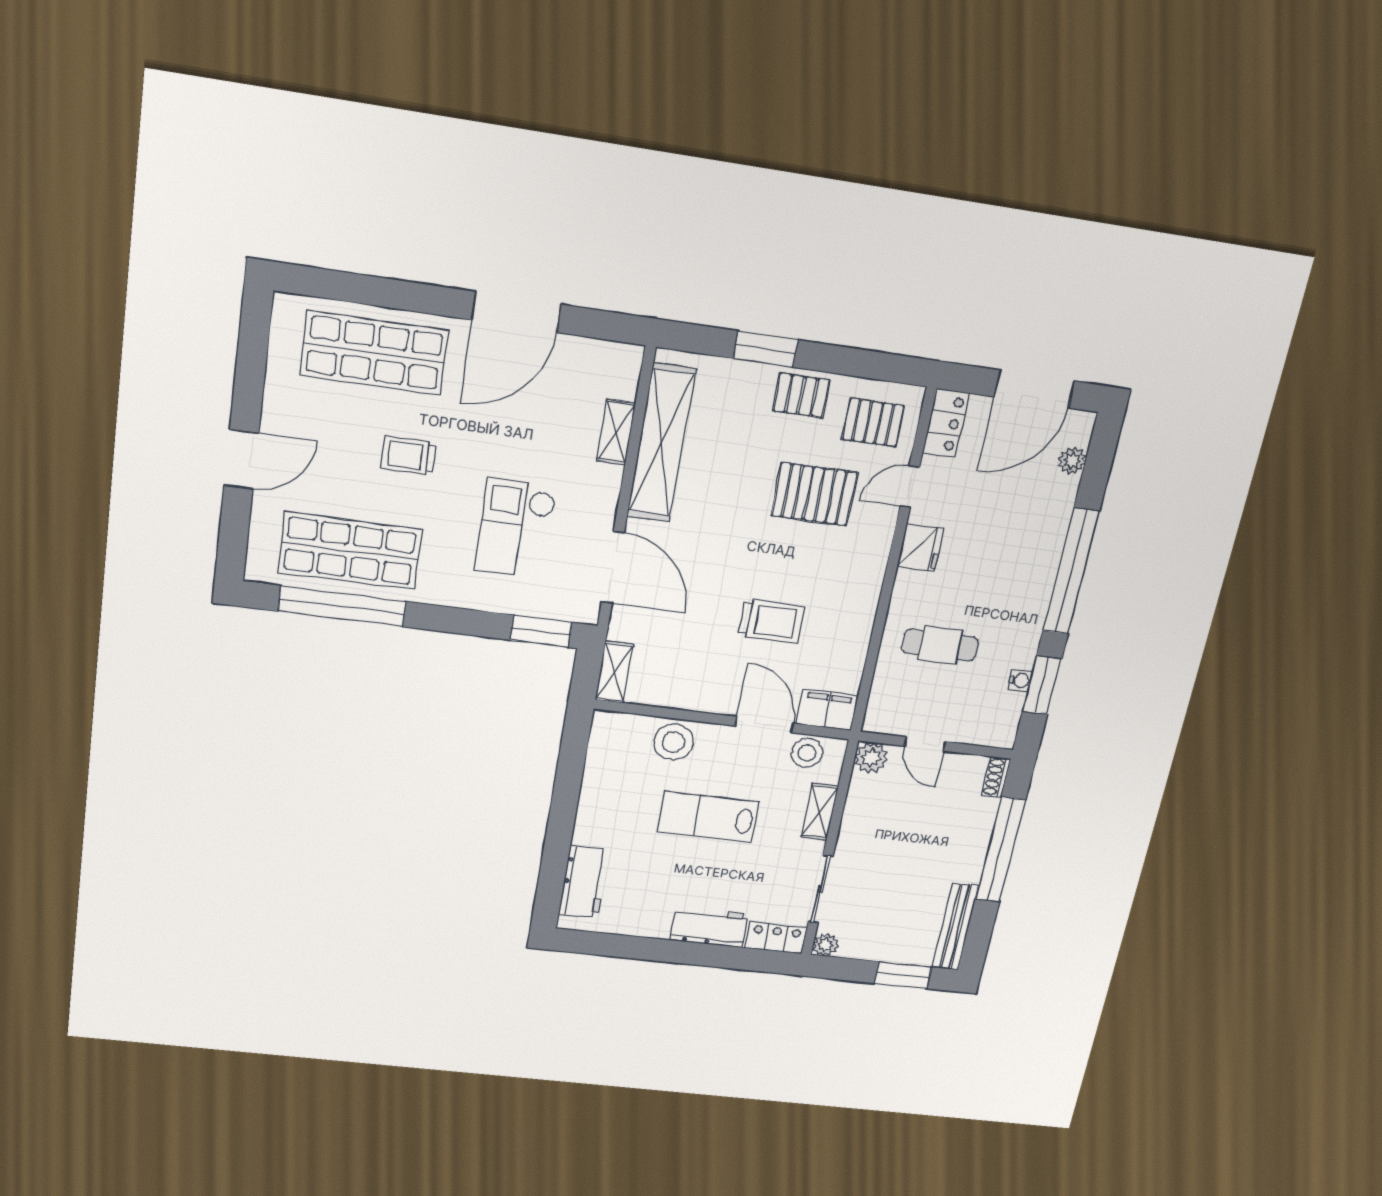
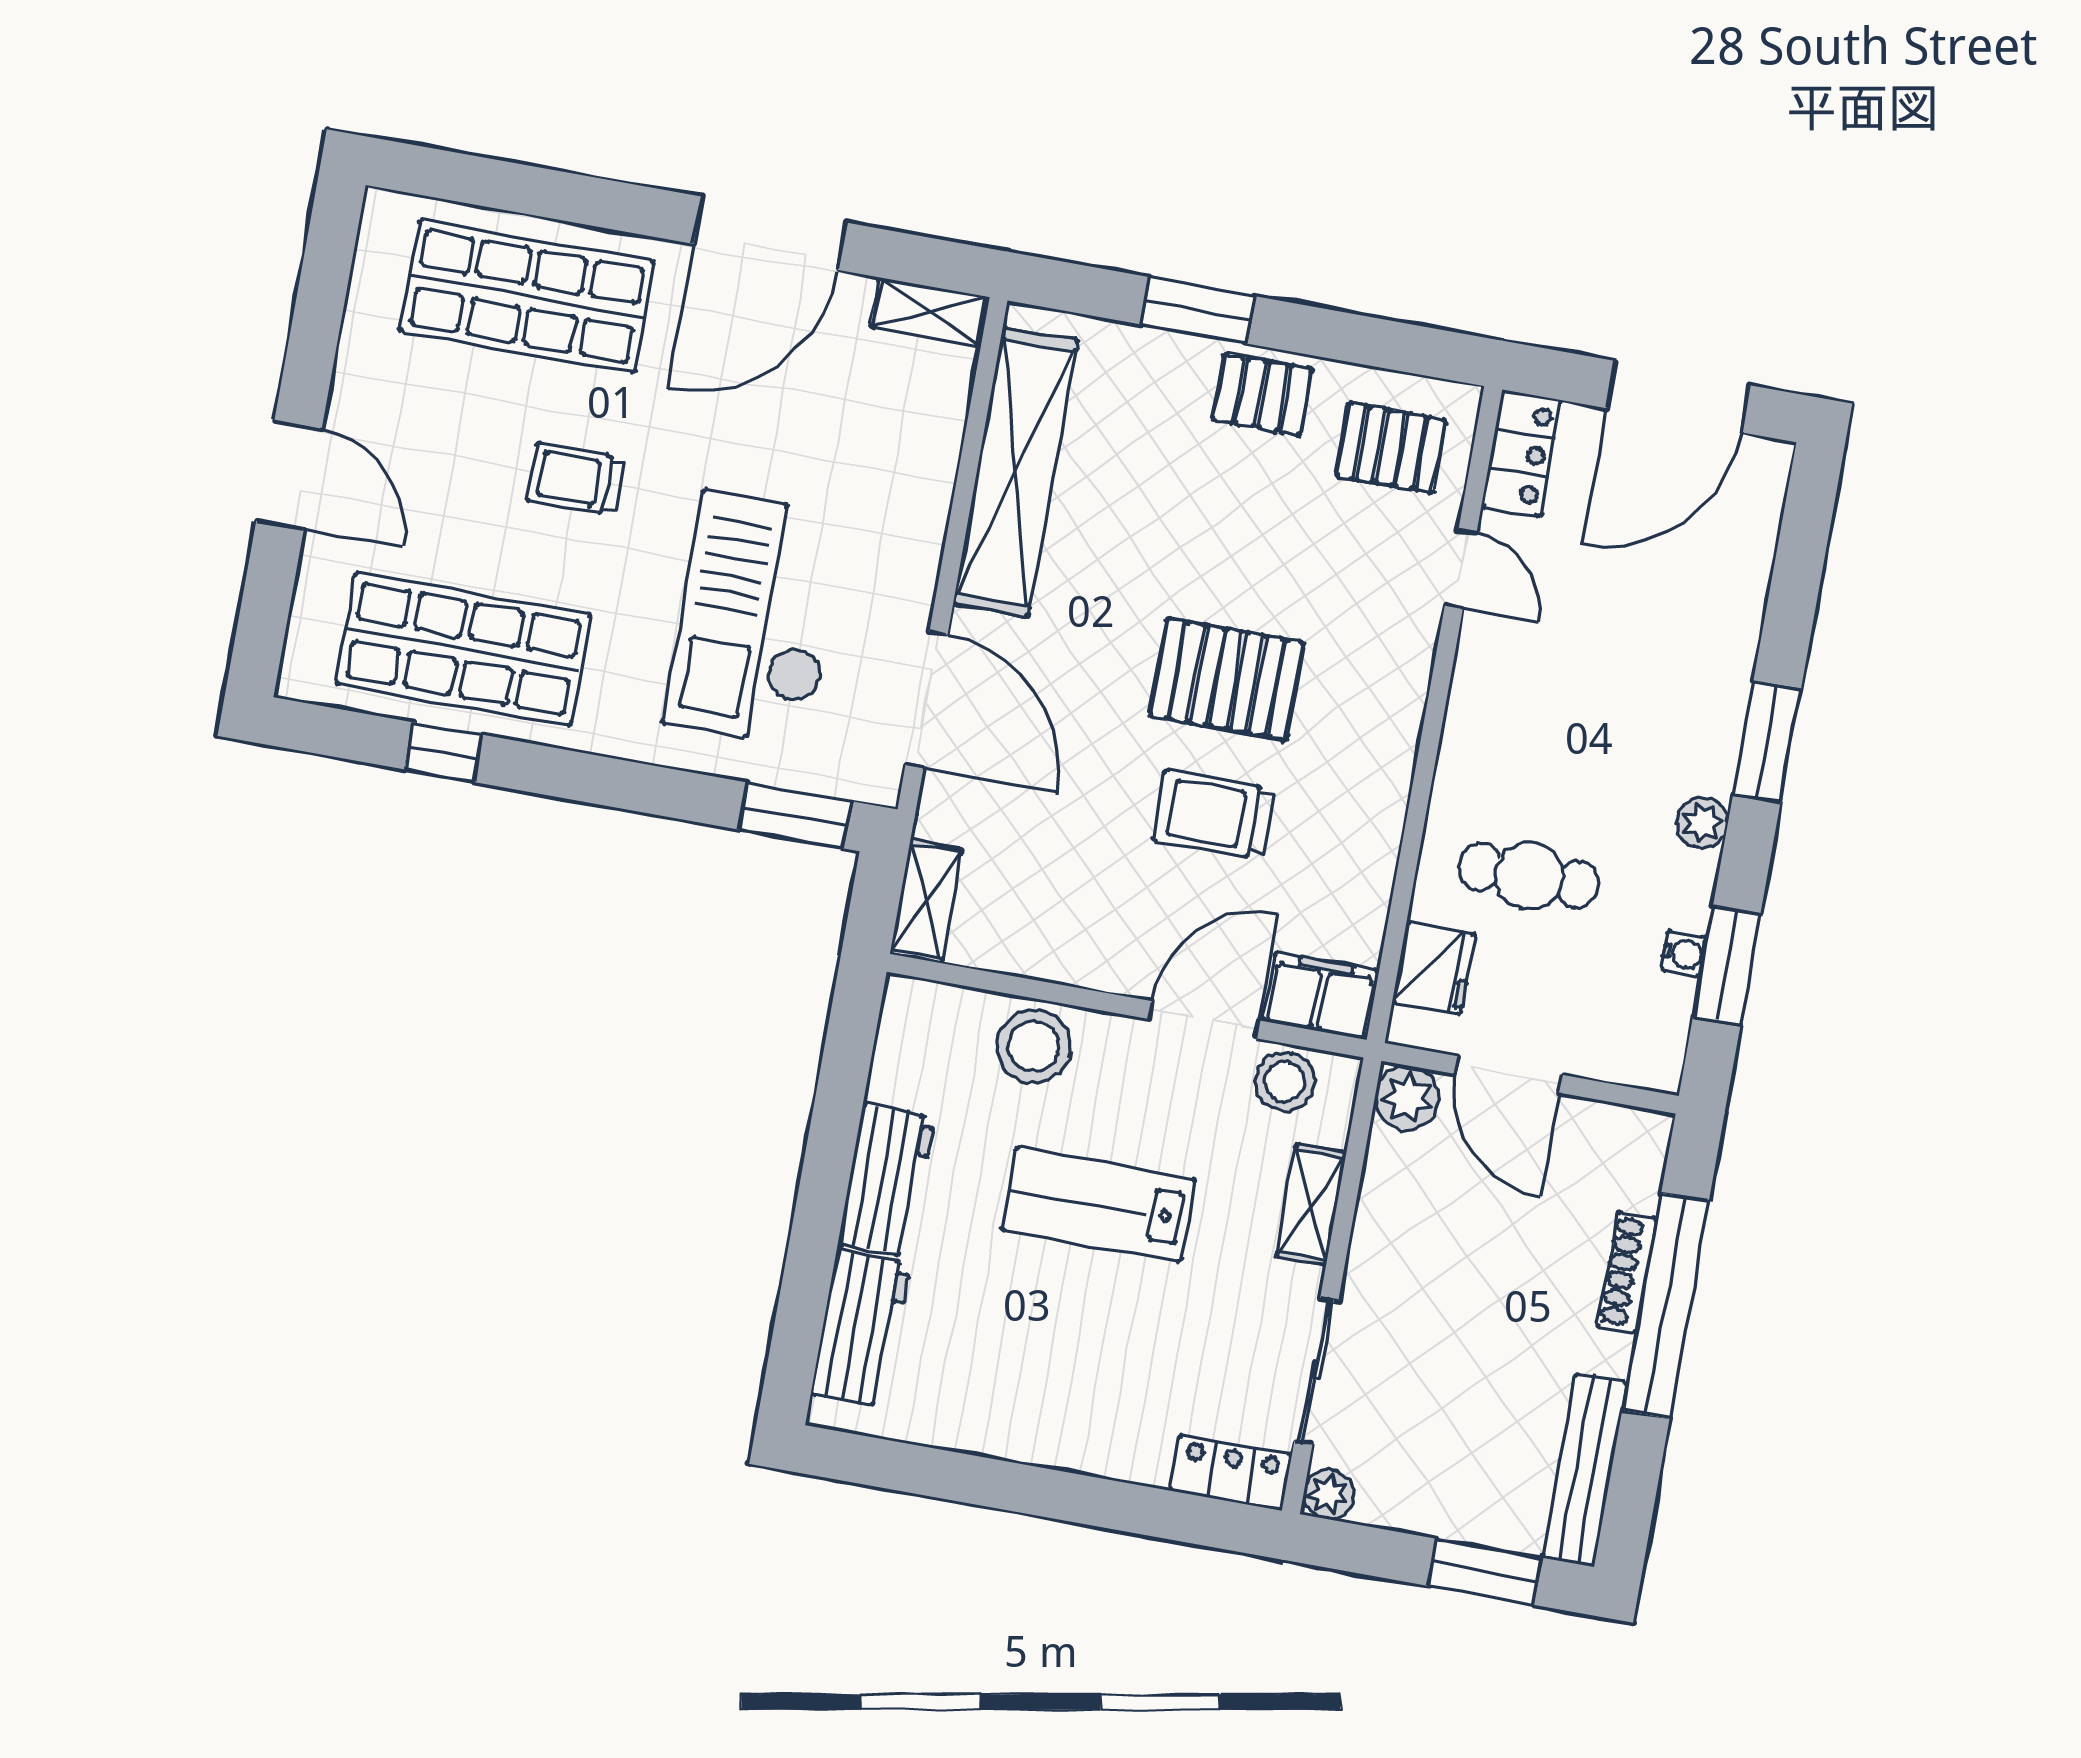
shelving: (616, 432) -> (930, 312), moved, turned 90
door: (241, 459) -> (289, 475), hinge flipped
plant: (1072, 461) -> (1702, 823), moved
door: (910, 487) -> (1461, 569), swing flipped
pallet: (814, 494) -> (1227, 679), moved
checkout: (516, 528) -> (756, 619), width x1.36, depth x1.21
fridge: (920, 548) -> (1434, 968), moved
window: (1071, 572) -> (1767, 742), width x0.47
window: (342, 606) -> (443, 752), width x0.32
trolley: (771, 621) -> (1214, 815), turned 180
door: (764, 725) -> (1203, 1020), hinge flipped
door: (925, 744) -> (1509, 1074), width x1.38
shoe rack: (996, 777) -> (1627, 1272), moved, width x1.43
workbench: (709, 927) -> (887, 1181), moved, turned 90

